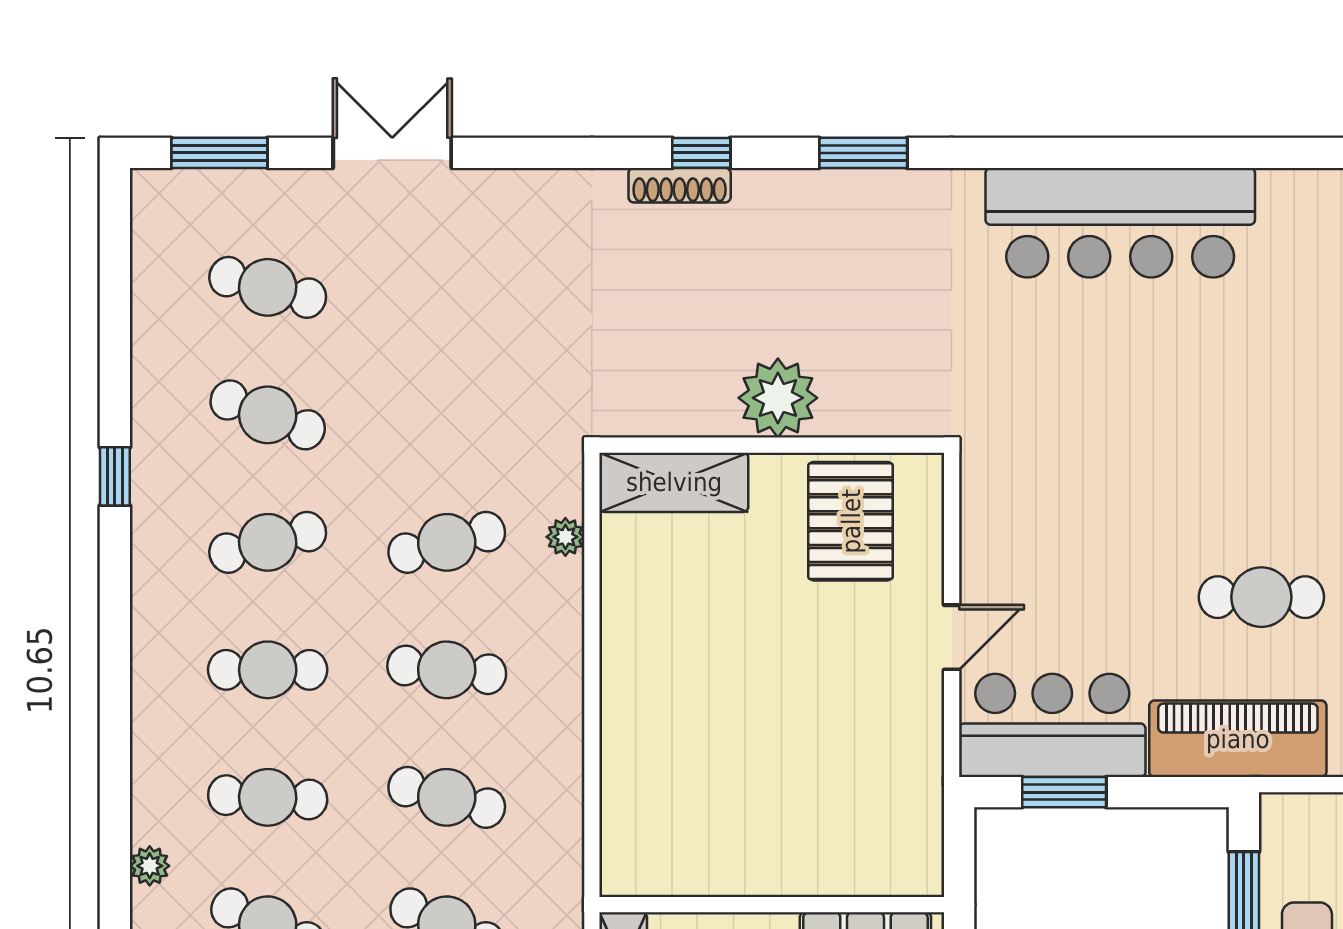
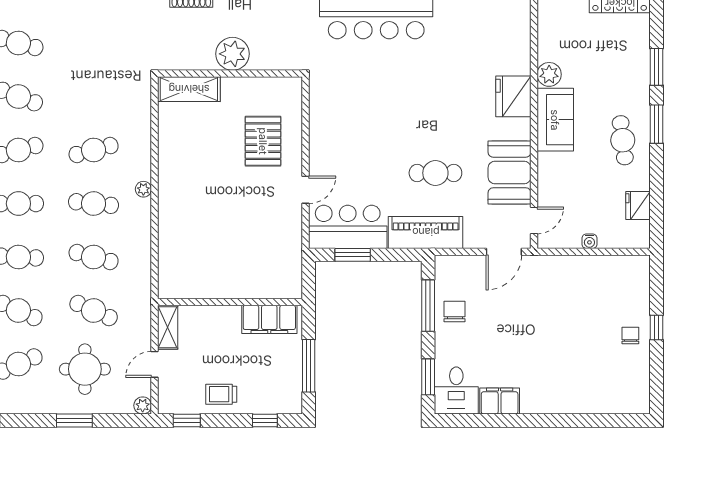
plant: (778, 398) -> (233, 54), moved
wall: (772, 445) -> (230, 74), moved
shelving: (674, 482) -> (189, 89), moved
plant: (565, 537) -> (143, 189), moved

